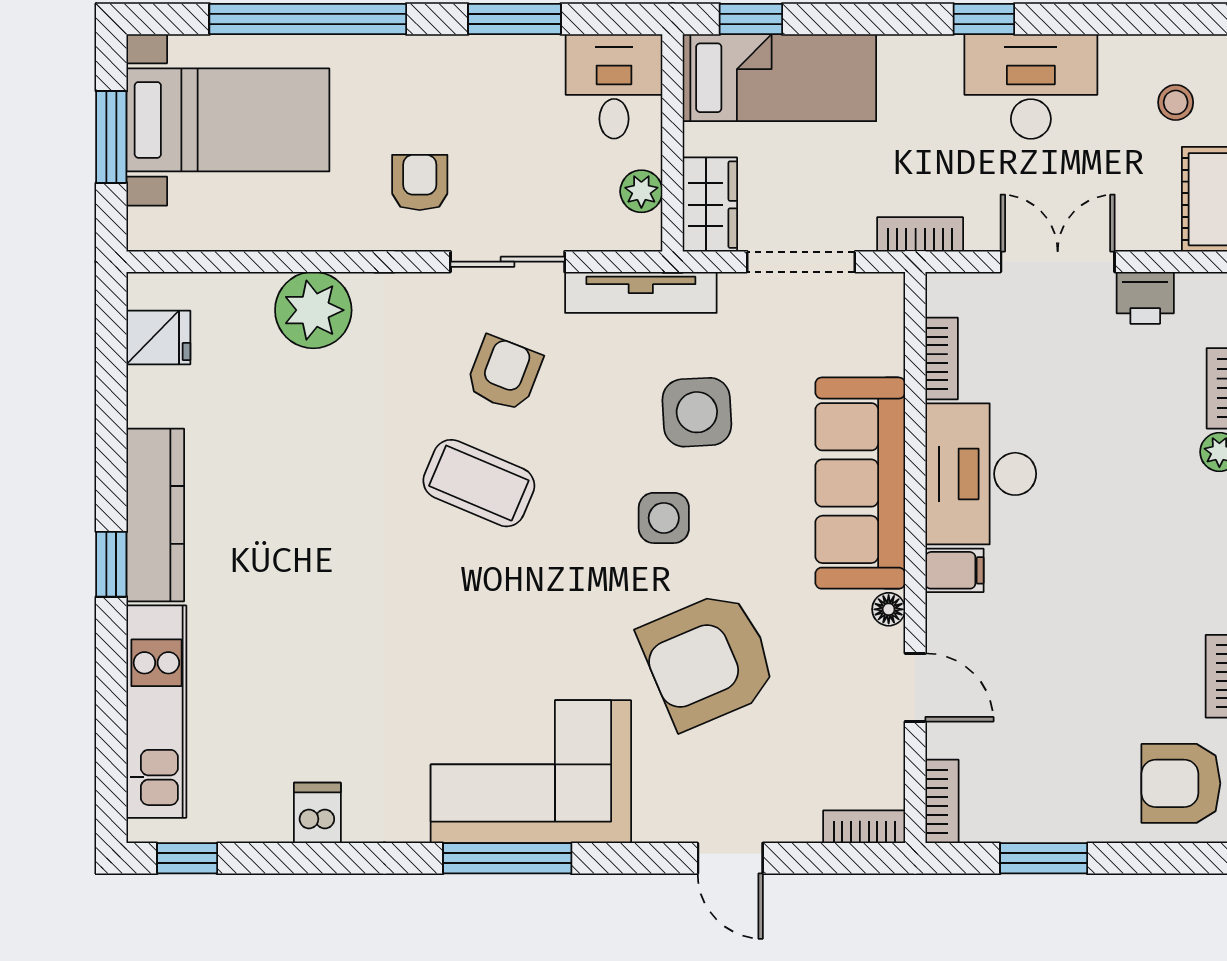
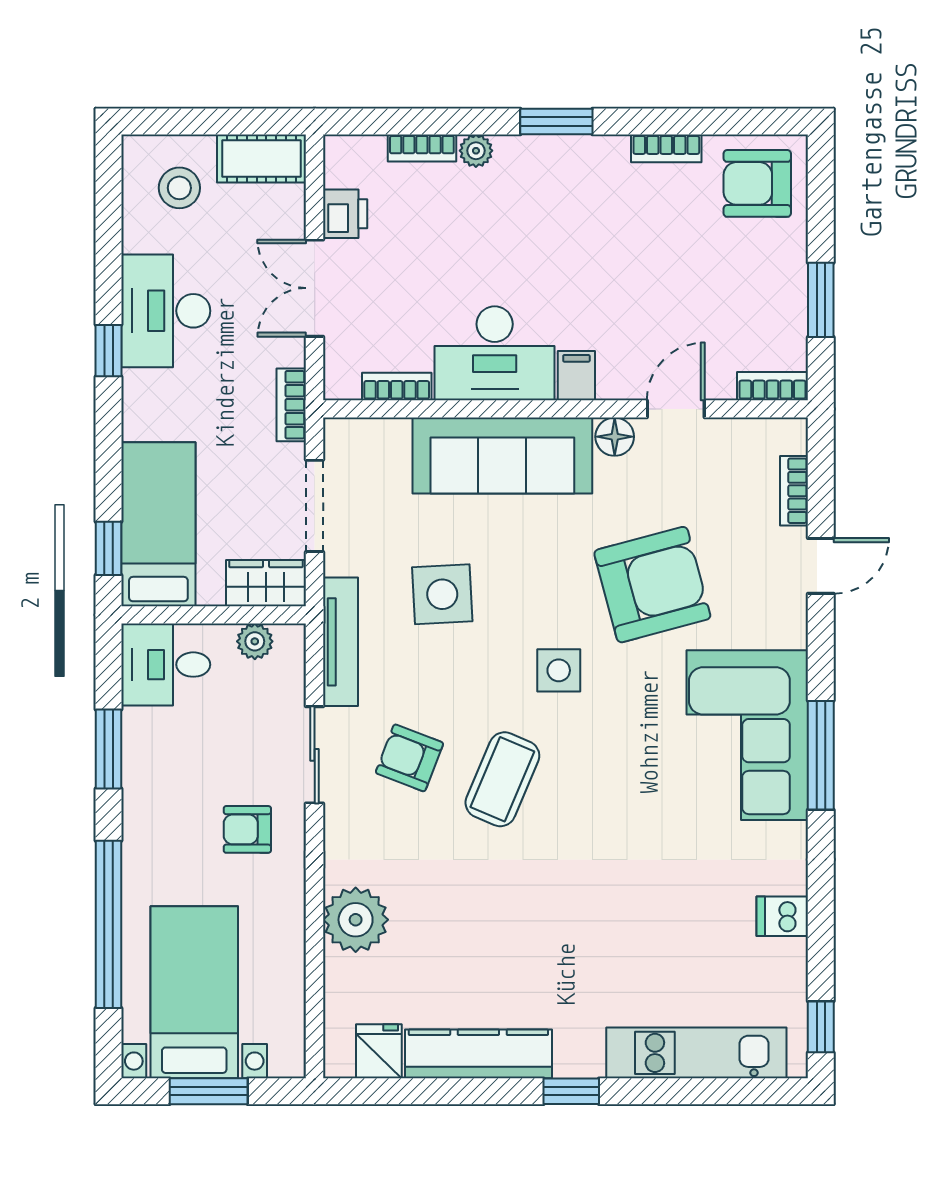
stool: (1176, 102) -> (179, 188), width x1.37, depth x1.37
kitchen counter: (155, 515) -> (478, 1054), moved
side table: (664, 518) -> (559, 670), moved
floor lamp: (889, 609) -> (615, 437), width x1.37, depth x1.37
armchair: (708, 660) -> (652, 585), turned -82
armchair: (1181, 783) -> (757, 183), turned 90
bookcase: (864, 827) -> (794, 491), moved

